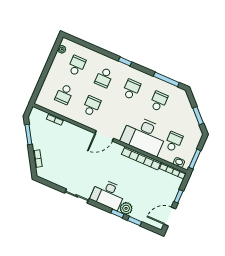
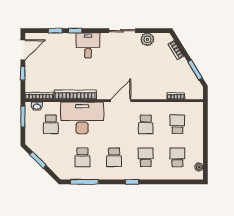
school desk: (77, 66) -> (177, 157), turned 180
desk: (108, 194) -> (88, 45), width x0.73
plant: (126, 208) -> (147, 39), moved

